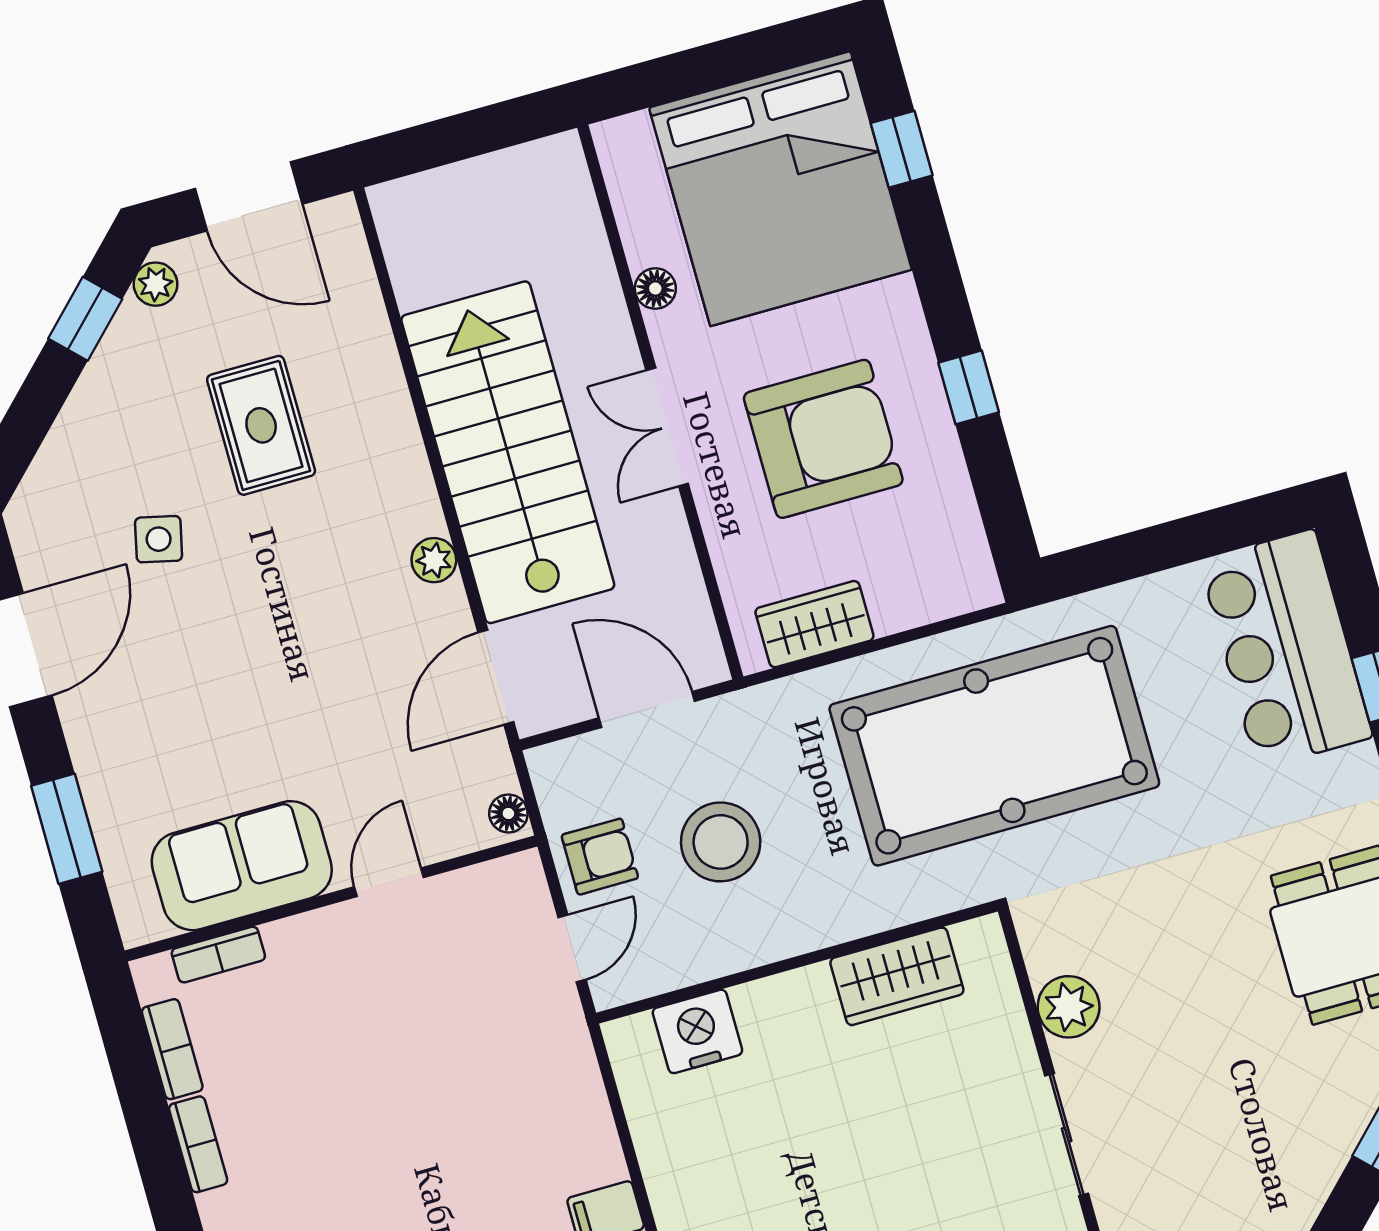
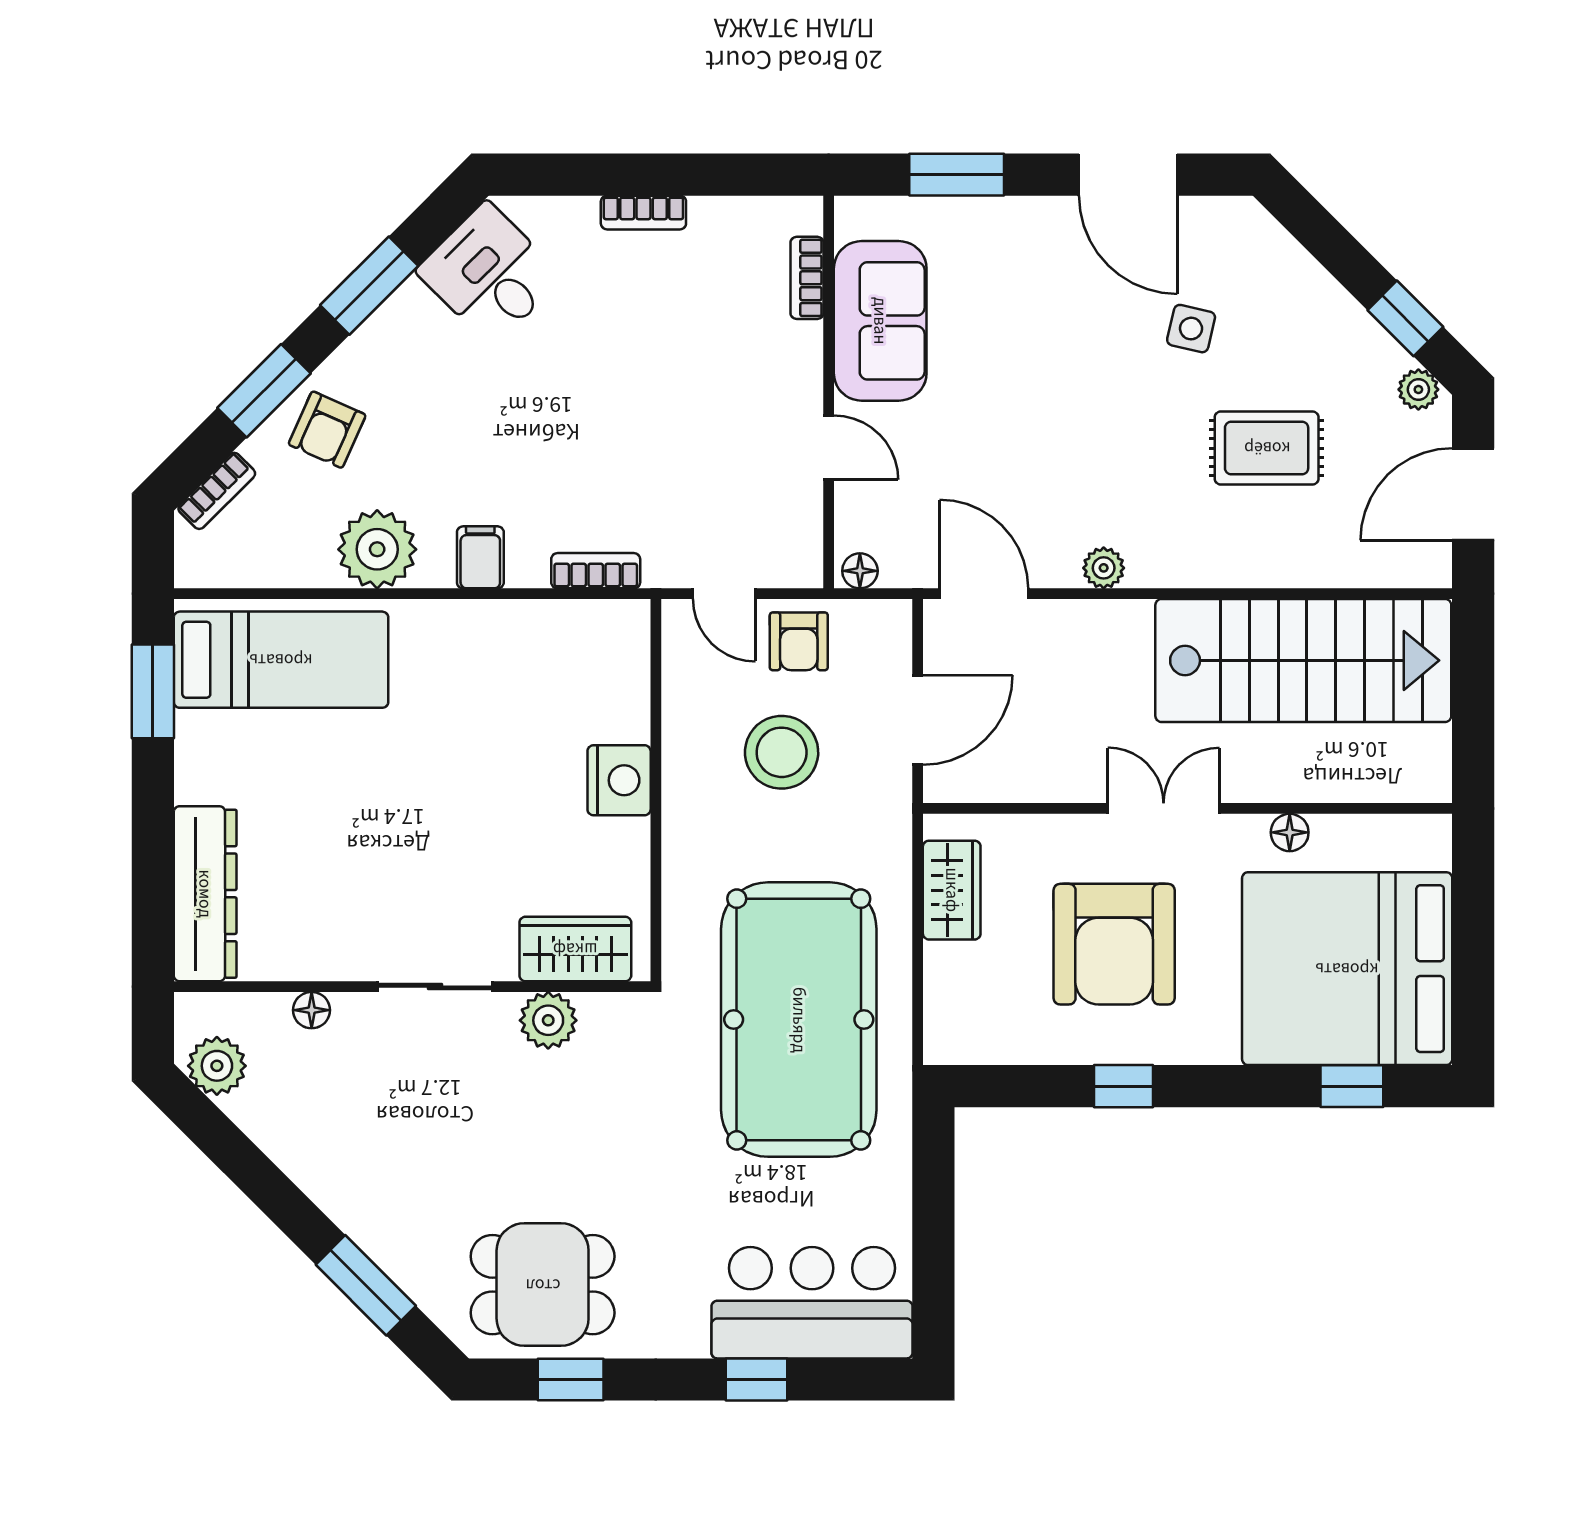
stairs: (508, 452) -> (1303, 660), moved
wardrobe: (897, 976) -> (575, 949), moved, turned 90
nightstand: (697, 1031) -> (619, 780), moved
bookcase: (172, 1049) -> (596, 571), moved, turned 180

